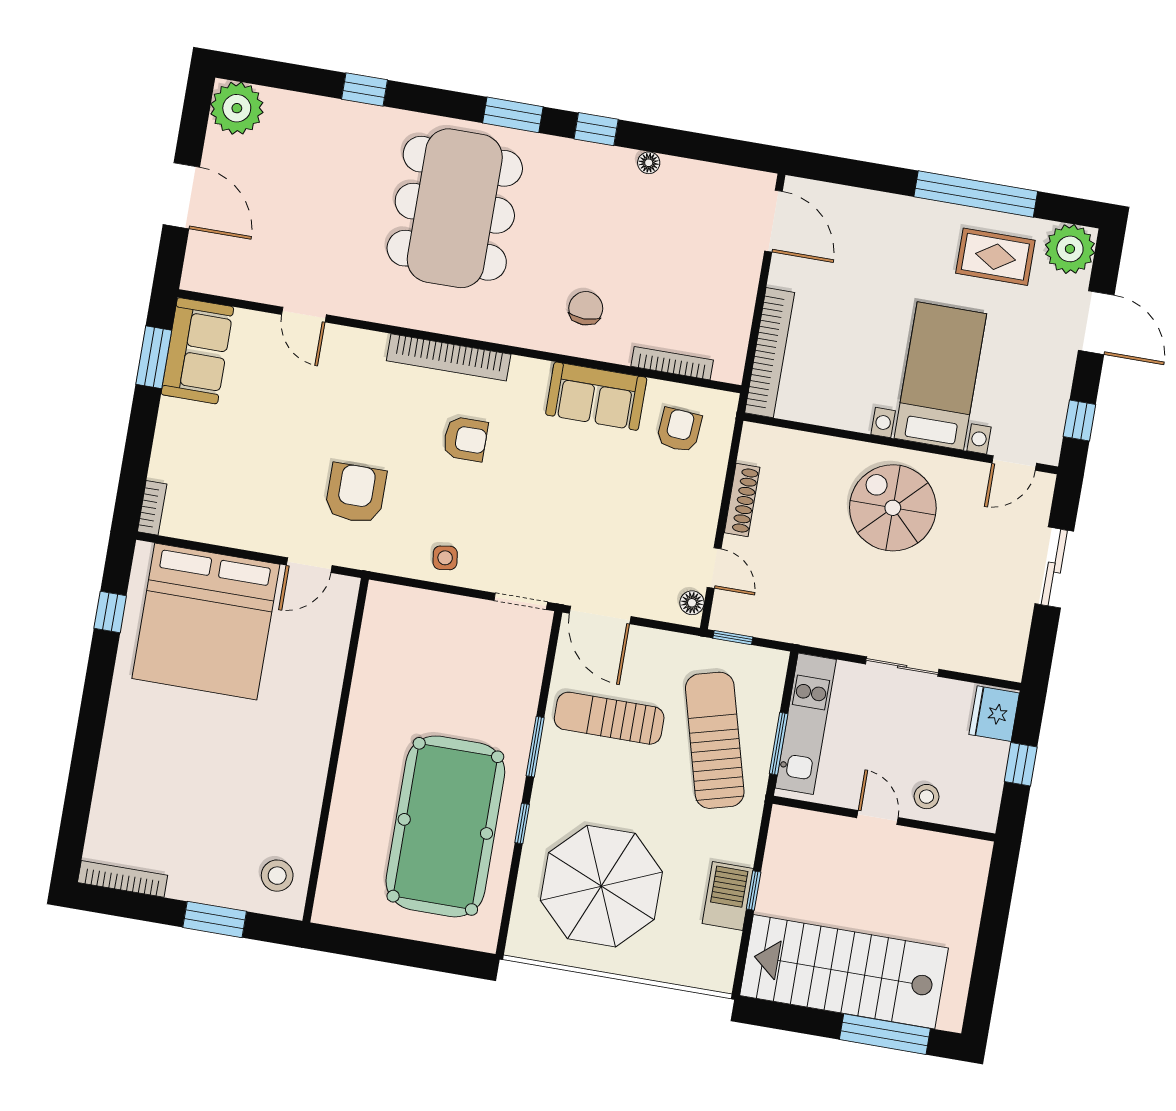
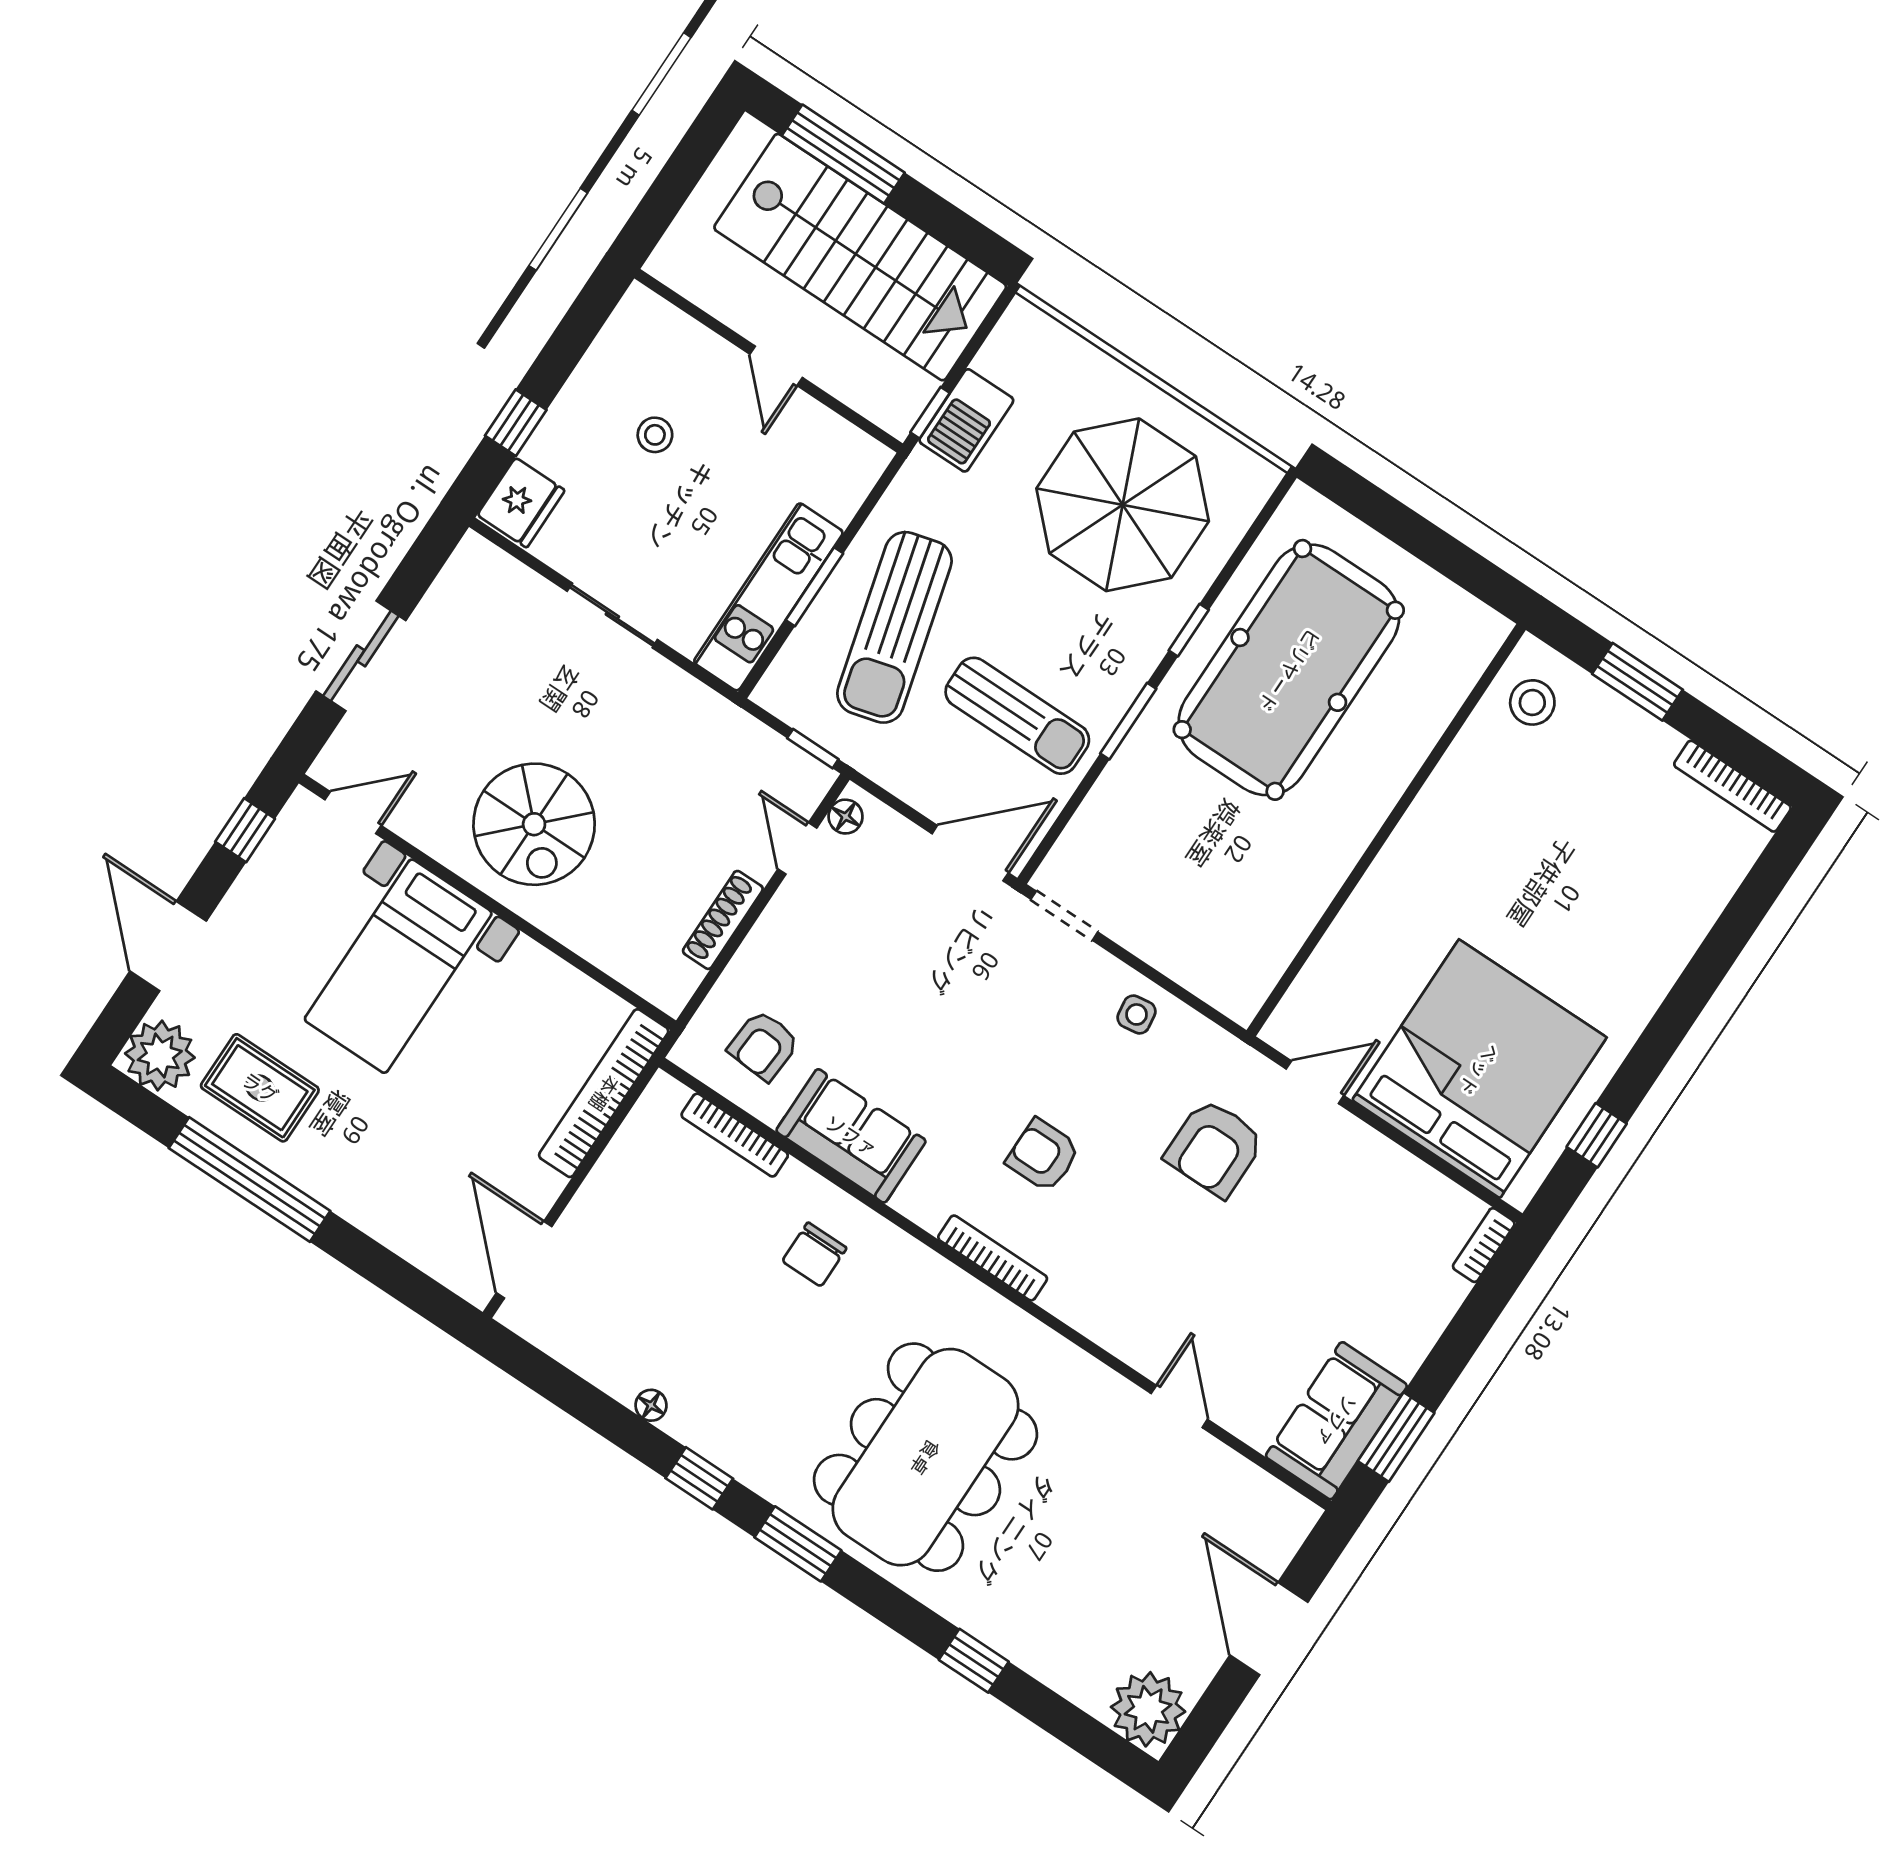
bookcase: (449, 357) -> (993, 1258), width x0.68, depth x0.76
door: (600, 615) -> (970, 853), hinge flipped
door: (878, 818) -> (776, 366), moved
wall: (884, 819) -> (769, 361), moved

